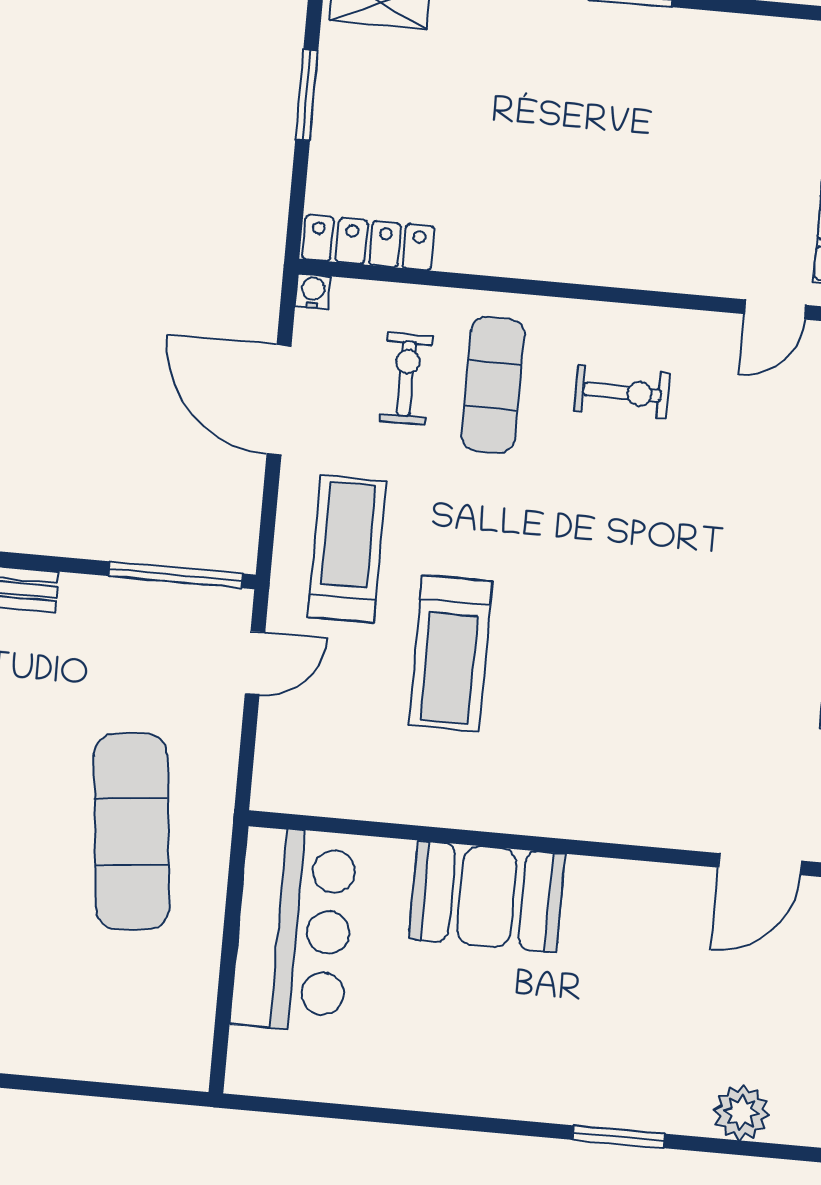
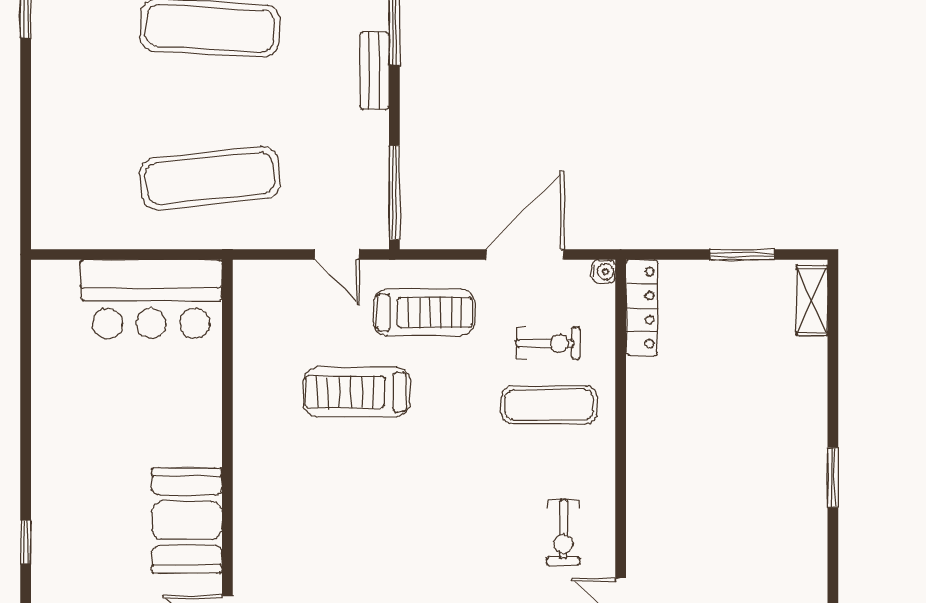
exercise bike: (622, 392) -> (563, 532), moved
booth: (487, 897) -> (187, 520), moved
window: (619, 1137) -> (26, 542), width x0.67

